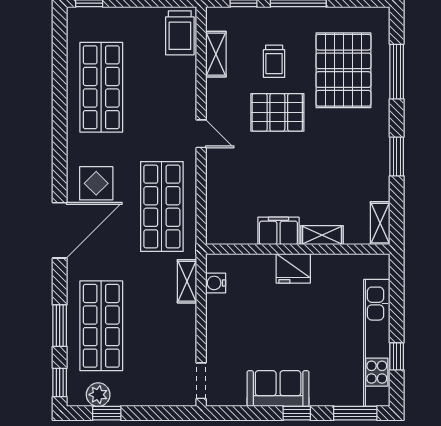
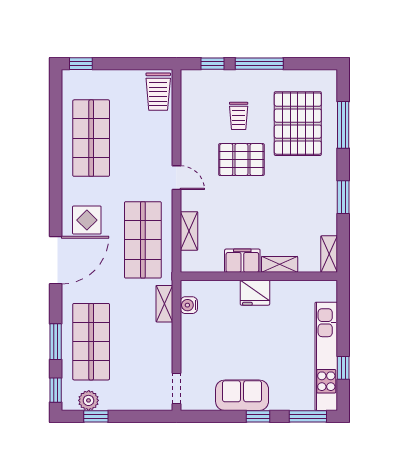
shelving: (216, 54) -> (189, 231), moved

